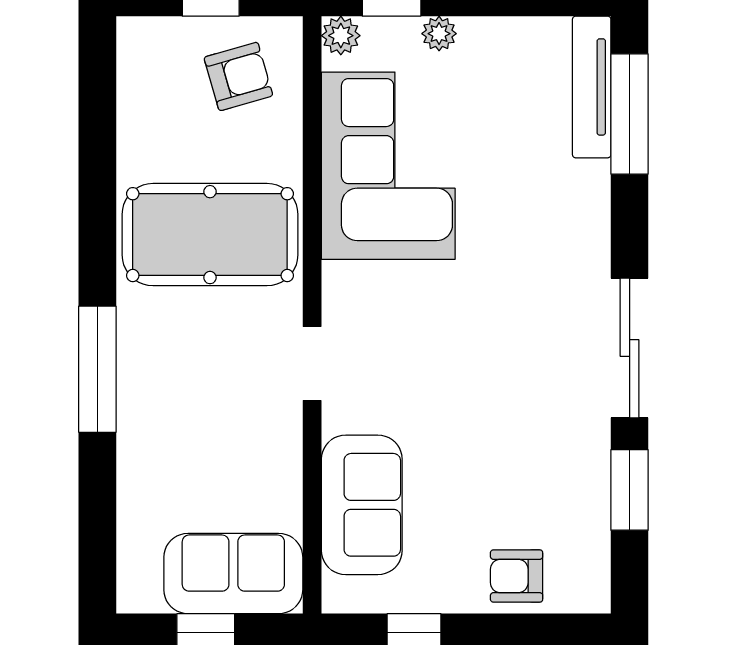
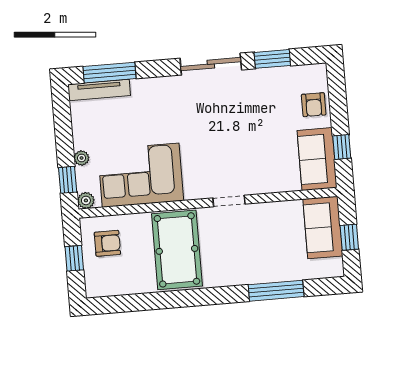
armchair: (238, 76) -> (107, 243), turned 106
window: (97, 369) -> (276, 291), moved
sofa: (362, 505) -> (317, 159), moved, turned -90

